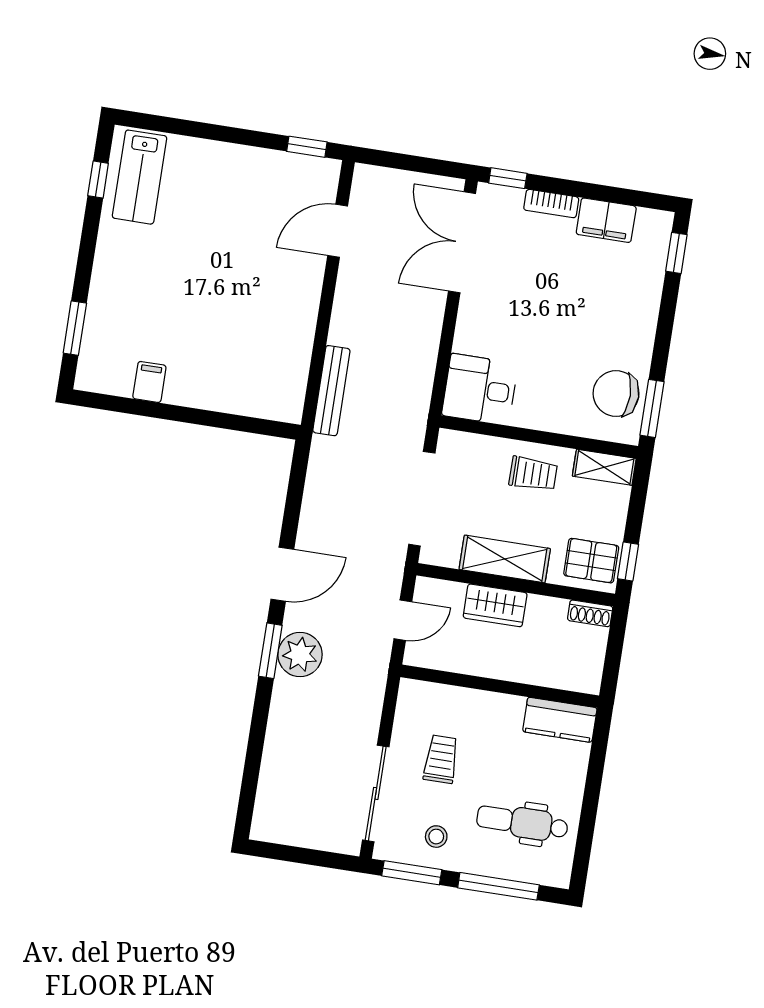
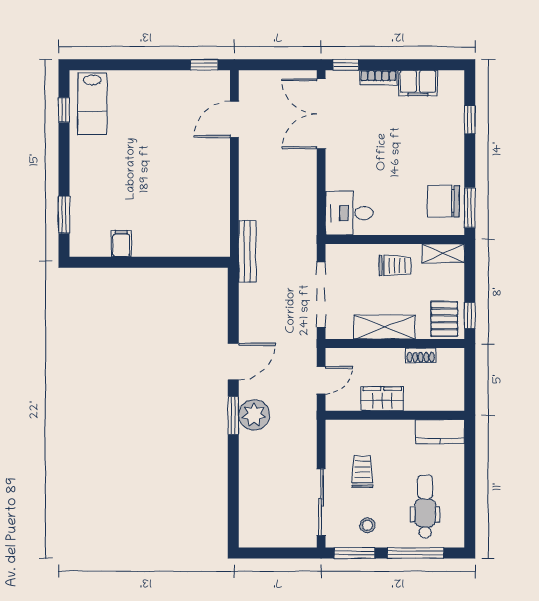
window: (676, 253) -> (470, 120), moved
bench: (331, 391) -> (247, 251), moved
pallet: (591, 561) -> (444, 319), turned 90
wardrobe: (495, 605) -> (382, 399), moved, turned 180
shoe rack: (590, 613) -> (421, 355), moved
dental chair: (522, 823) -> (425, 506), turned 90

